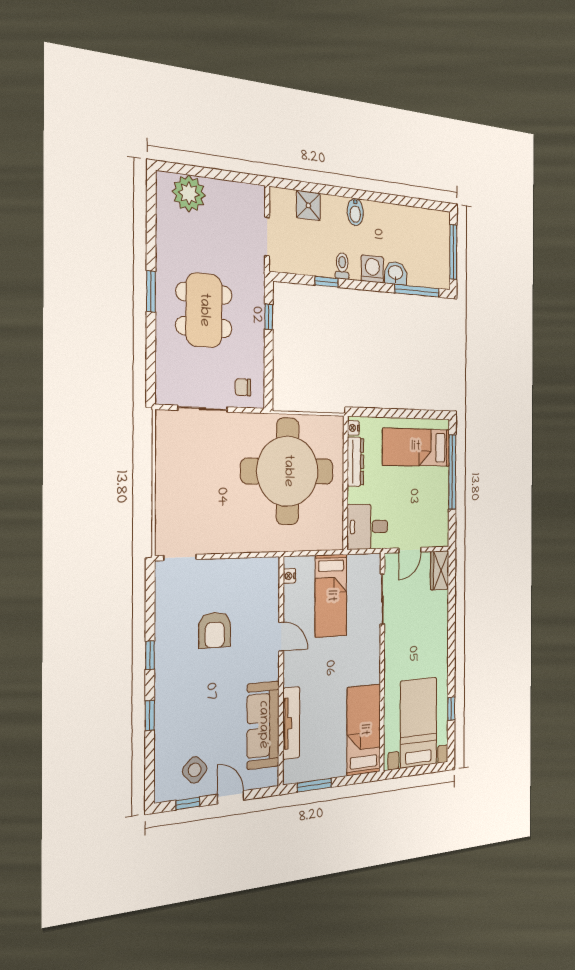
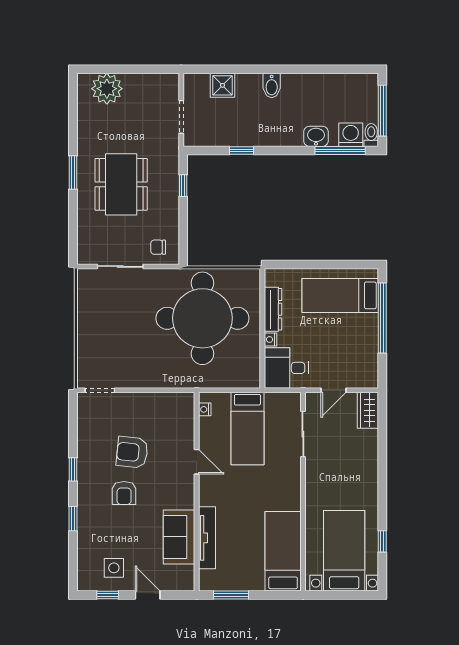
toilet: (342, 266) -> (371, 135), moved
washing machine: (372, 269) -> (351, 135), moved
nightstand: (353, 428) -> (271, 339), moved
armchair: (215, 630) -> (132, 452), turned 96
armchair: (206, 679) -> (124, 493), added
sofa: (263, 725) -> (179, 537), width x0.73
side table: (195, 770) -> (114, 568), turned 45

